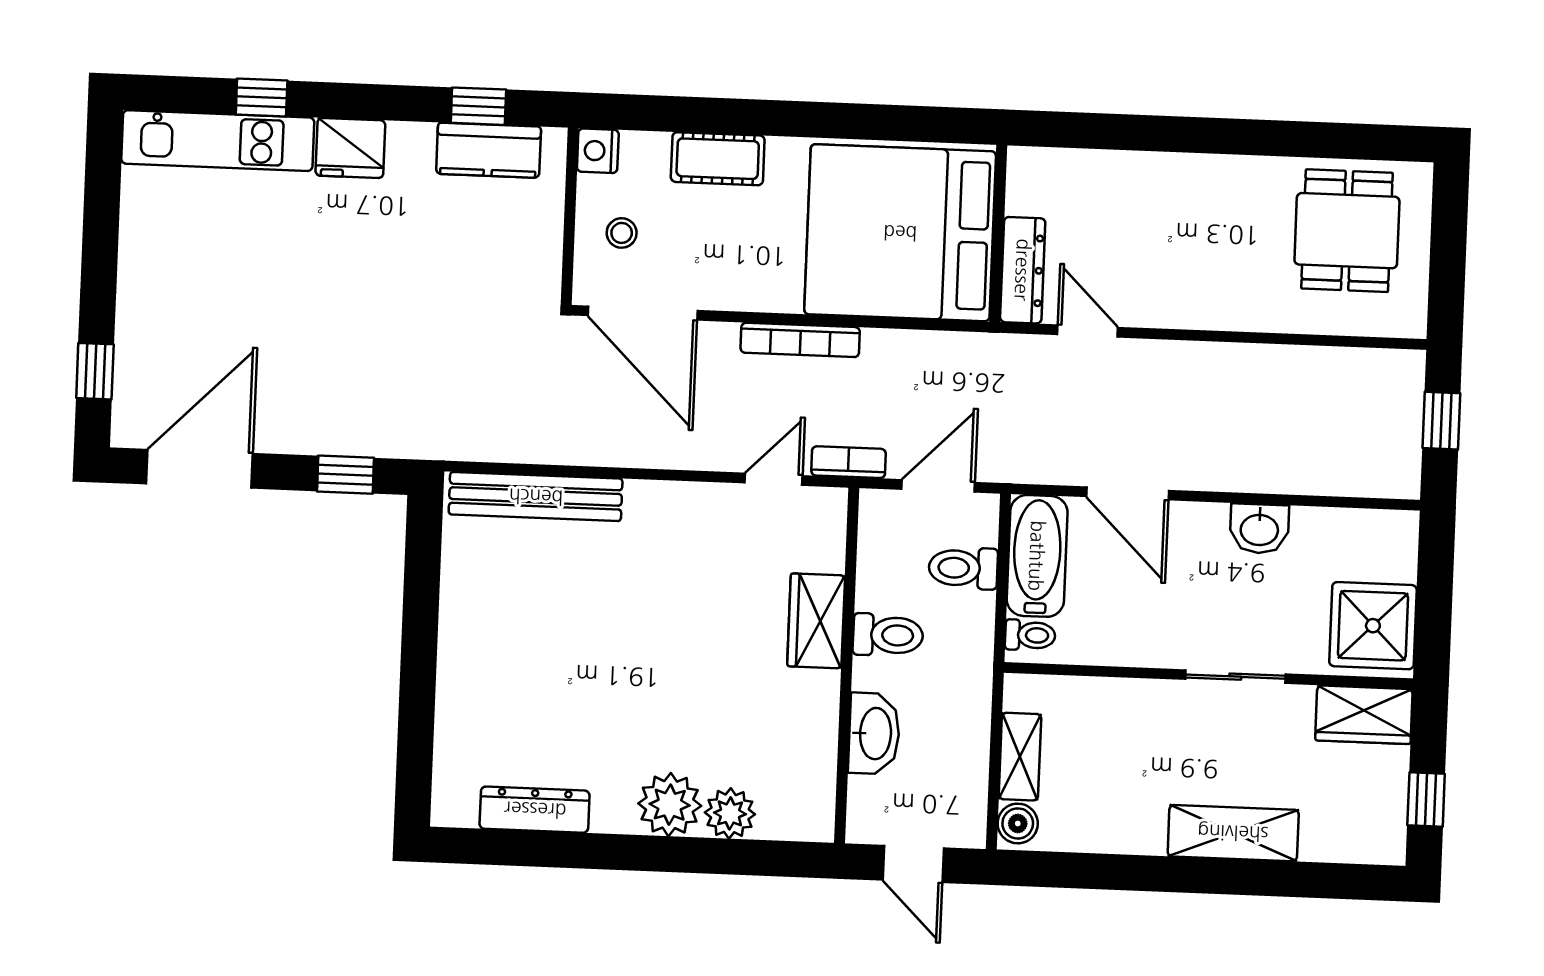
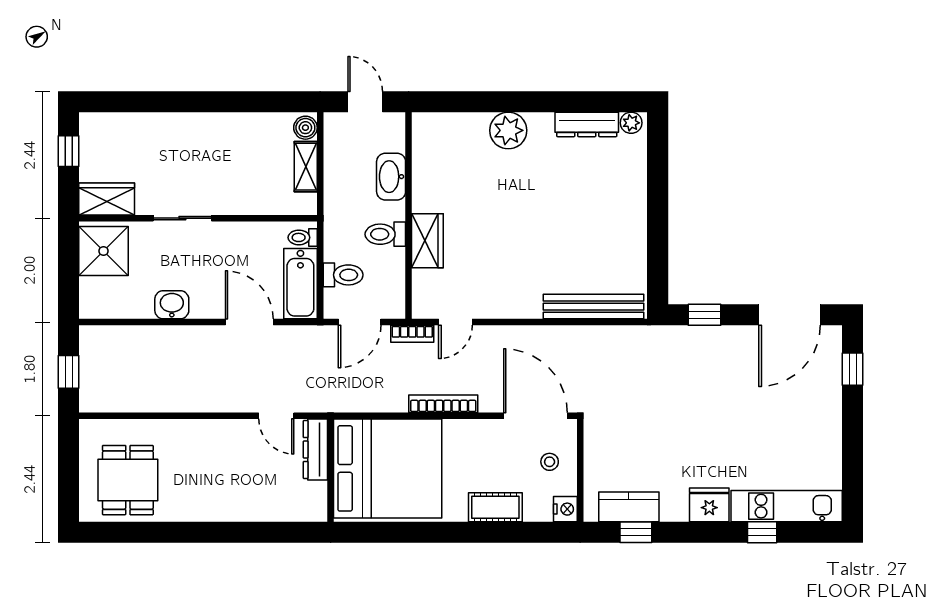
plant: (730, 813) -> (631, 123), moved, width x0.73, depth x0.73
shelving: (1233, 833) -> (180, 127), removed

